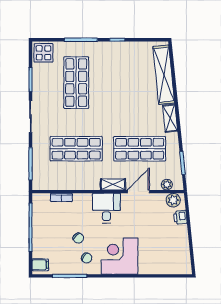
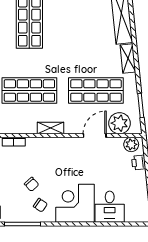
shelving: (113, 184) -> (51, 128), moved
plant: (167, 185) -> (120, 123), width x1.88, depth x1.88
desk: (106, 208) -> (110, 207), moved, turned 180

